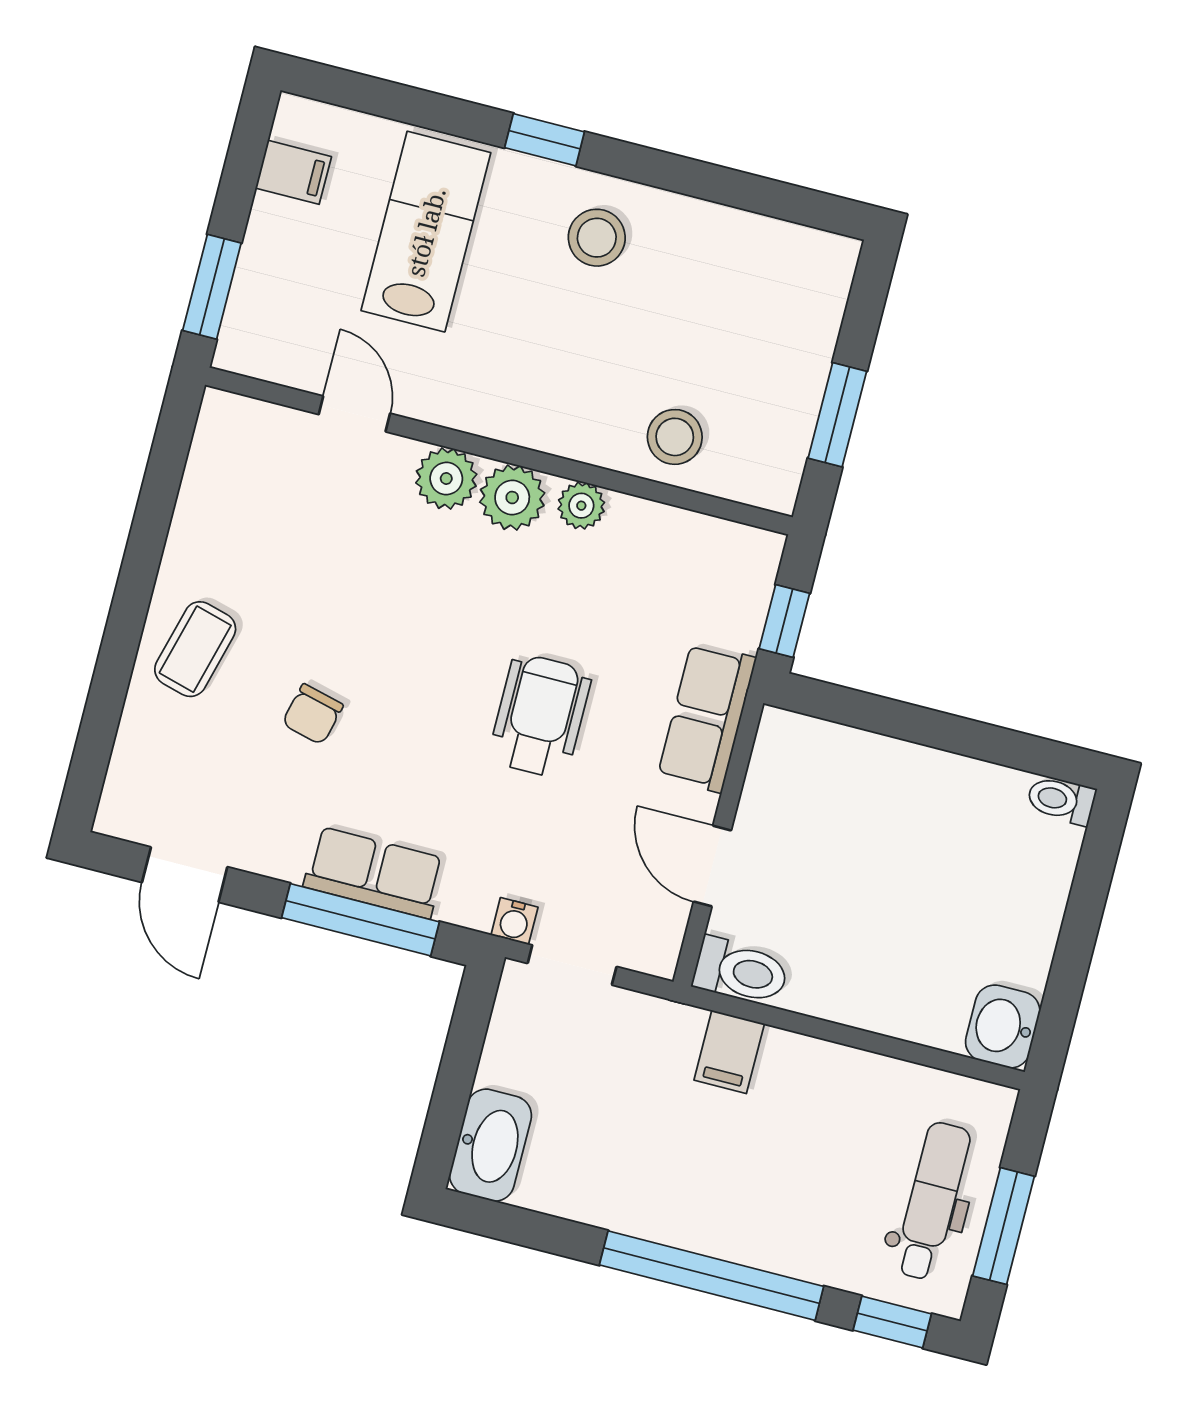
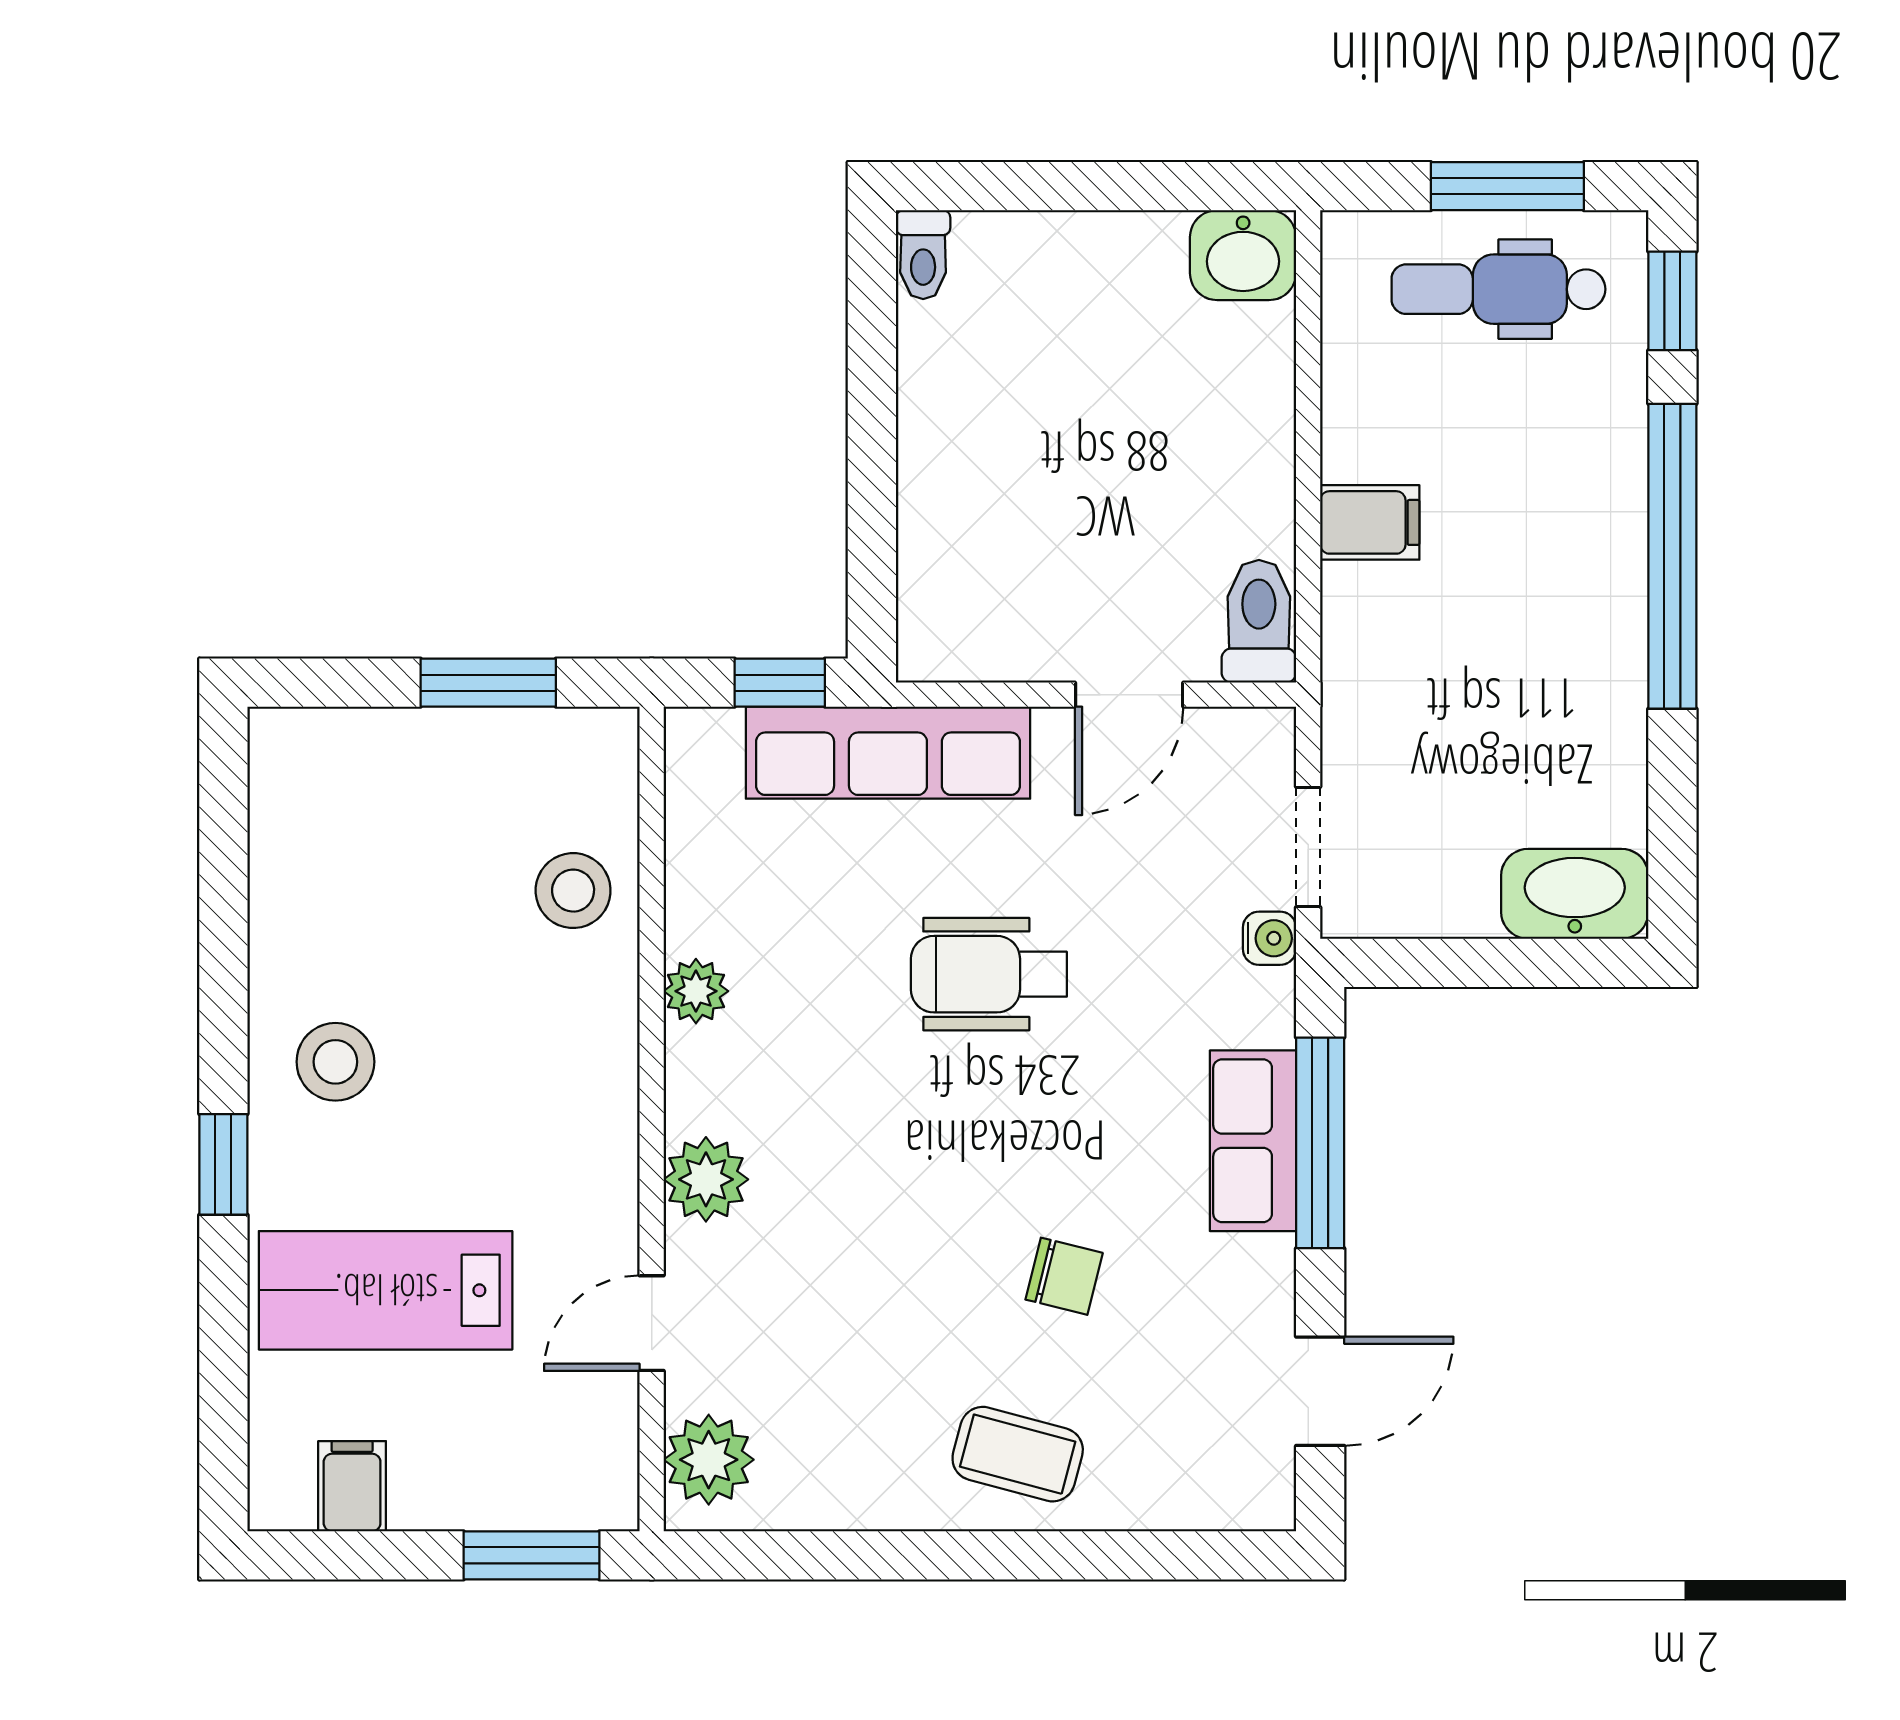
plant: (512, 498) -> (709, 1460), moved
row of seats: (707, 717) -> (888, 753), width x1.48
filing cabinet: (729, 1052) -> (1370, 522), moved

